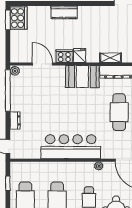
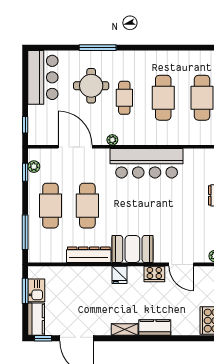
fridge: (80, 55) -> (120, 275), moved
shelving: (111, 58) -> (125, 330), moved

